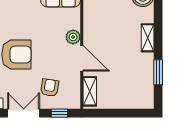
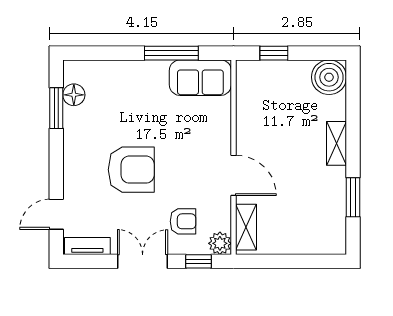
plant: (73, 37) -> (220, 243), moved
armchair: (50, 88) -> (183, 221), turned 81

